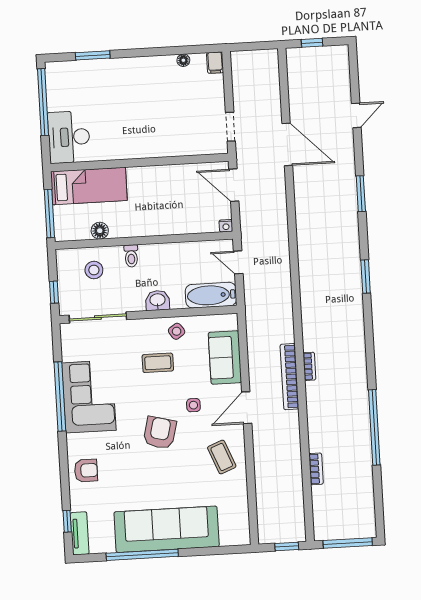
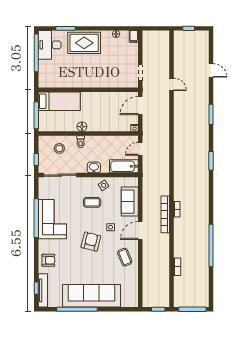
rug: (127, 79) -> (84, 43), added
door: (356, 115) -> (211, 70), hinge flipped
desk: (69, 137) -> (50, 45), moved
door: (287, 144) -> (171, 84), width x0.53
door: (234, 185) -> (140, 105), hinge flipped
floor lamp: (100, 231) -> (82, 127), moved
door: (238, 262) -> (140, 149), hinge flipped
tv unit: (80, 533) -> (43, 290), width x1.41

